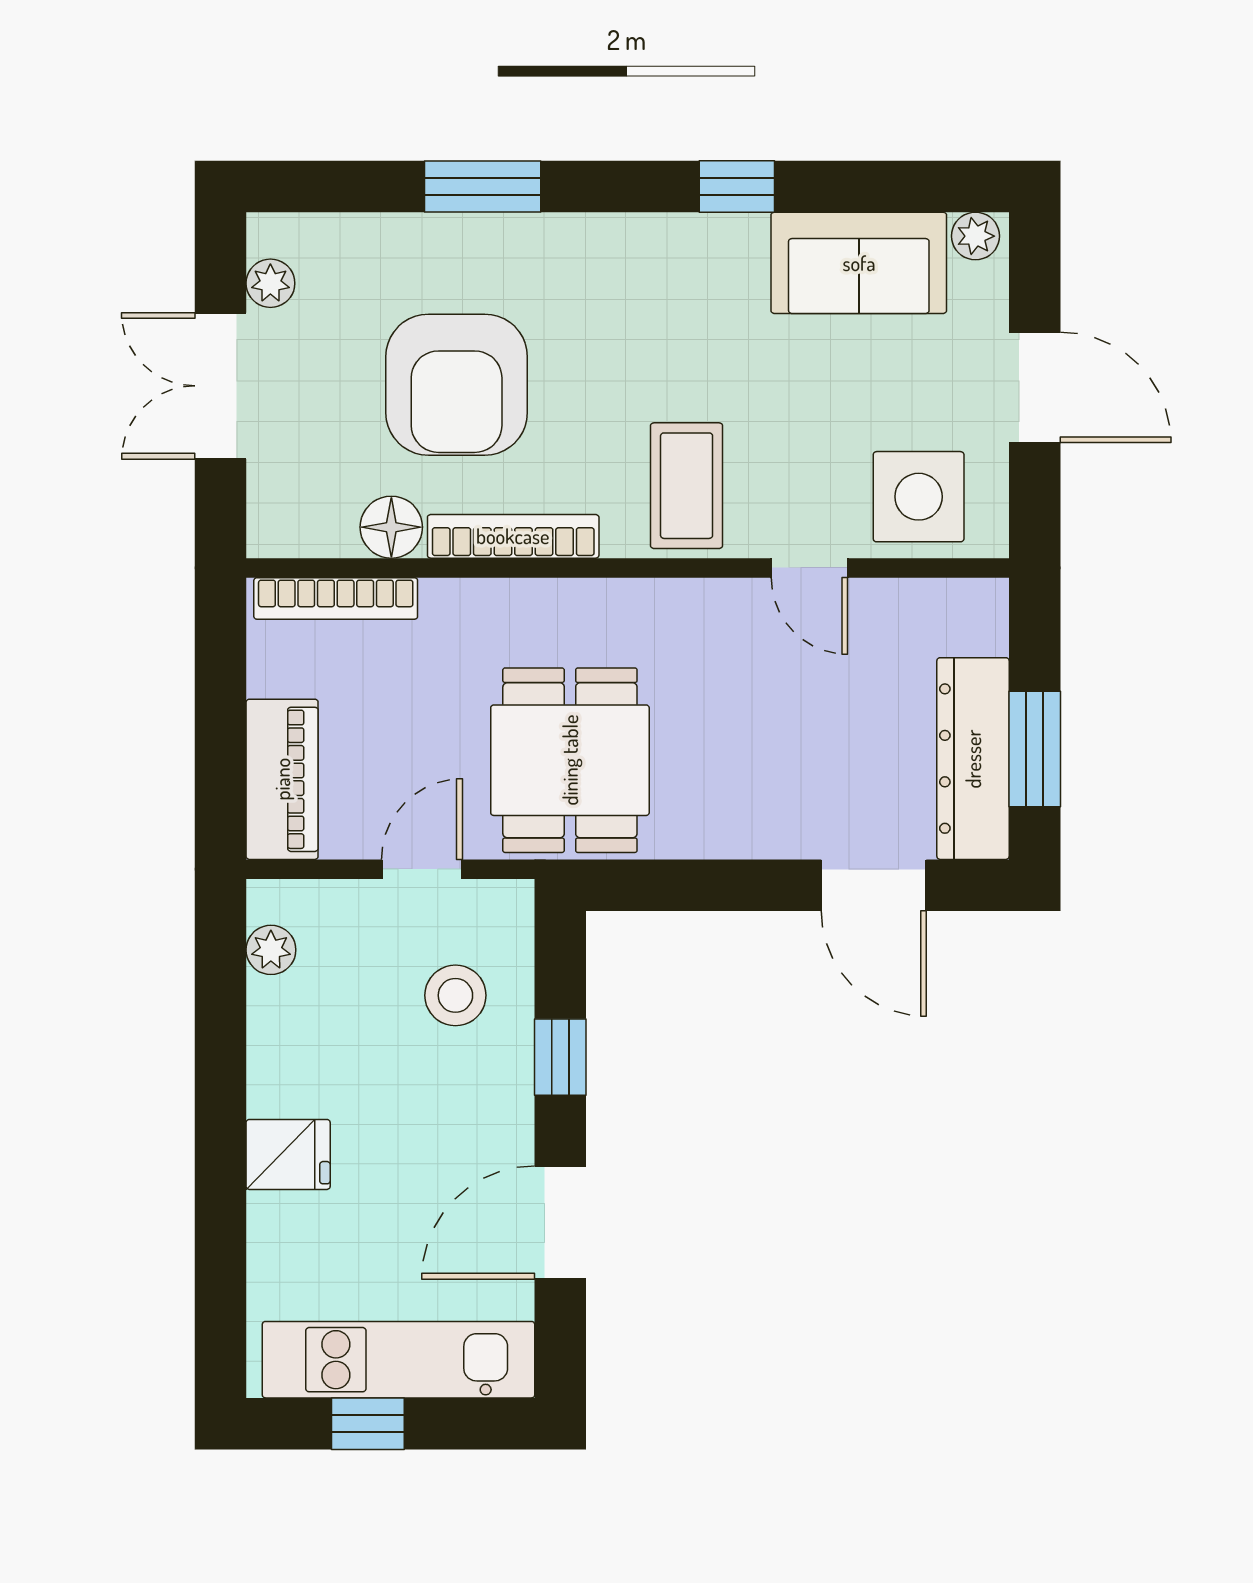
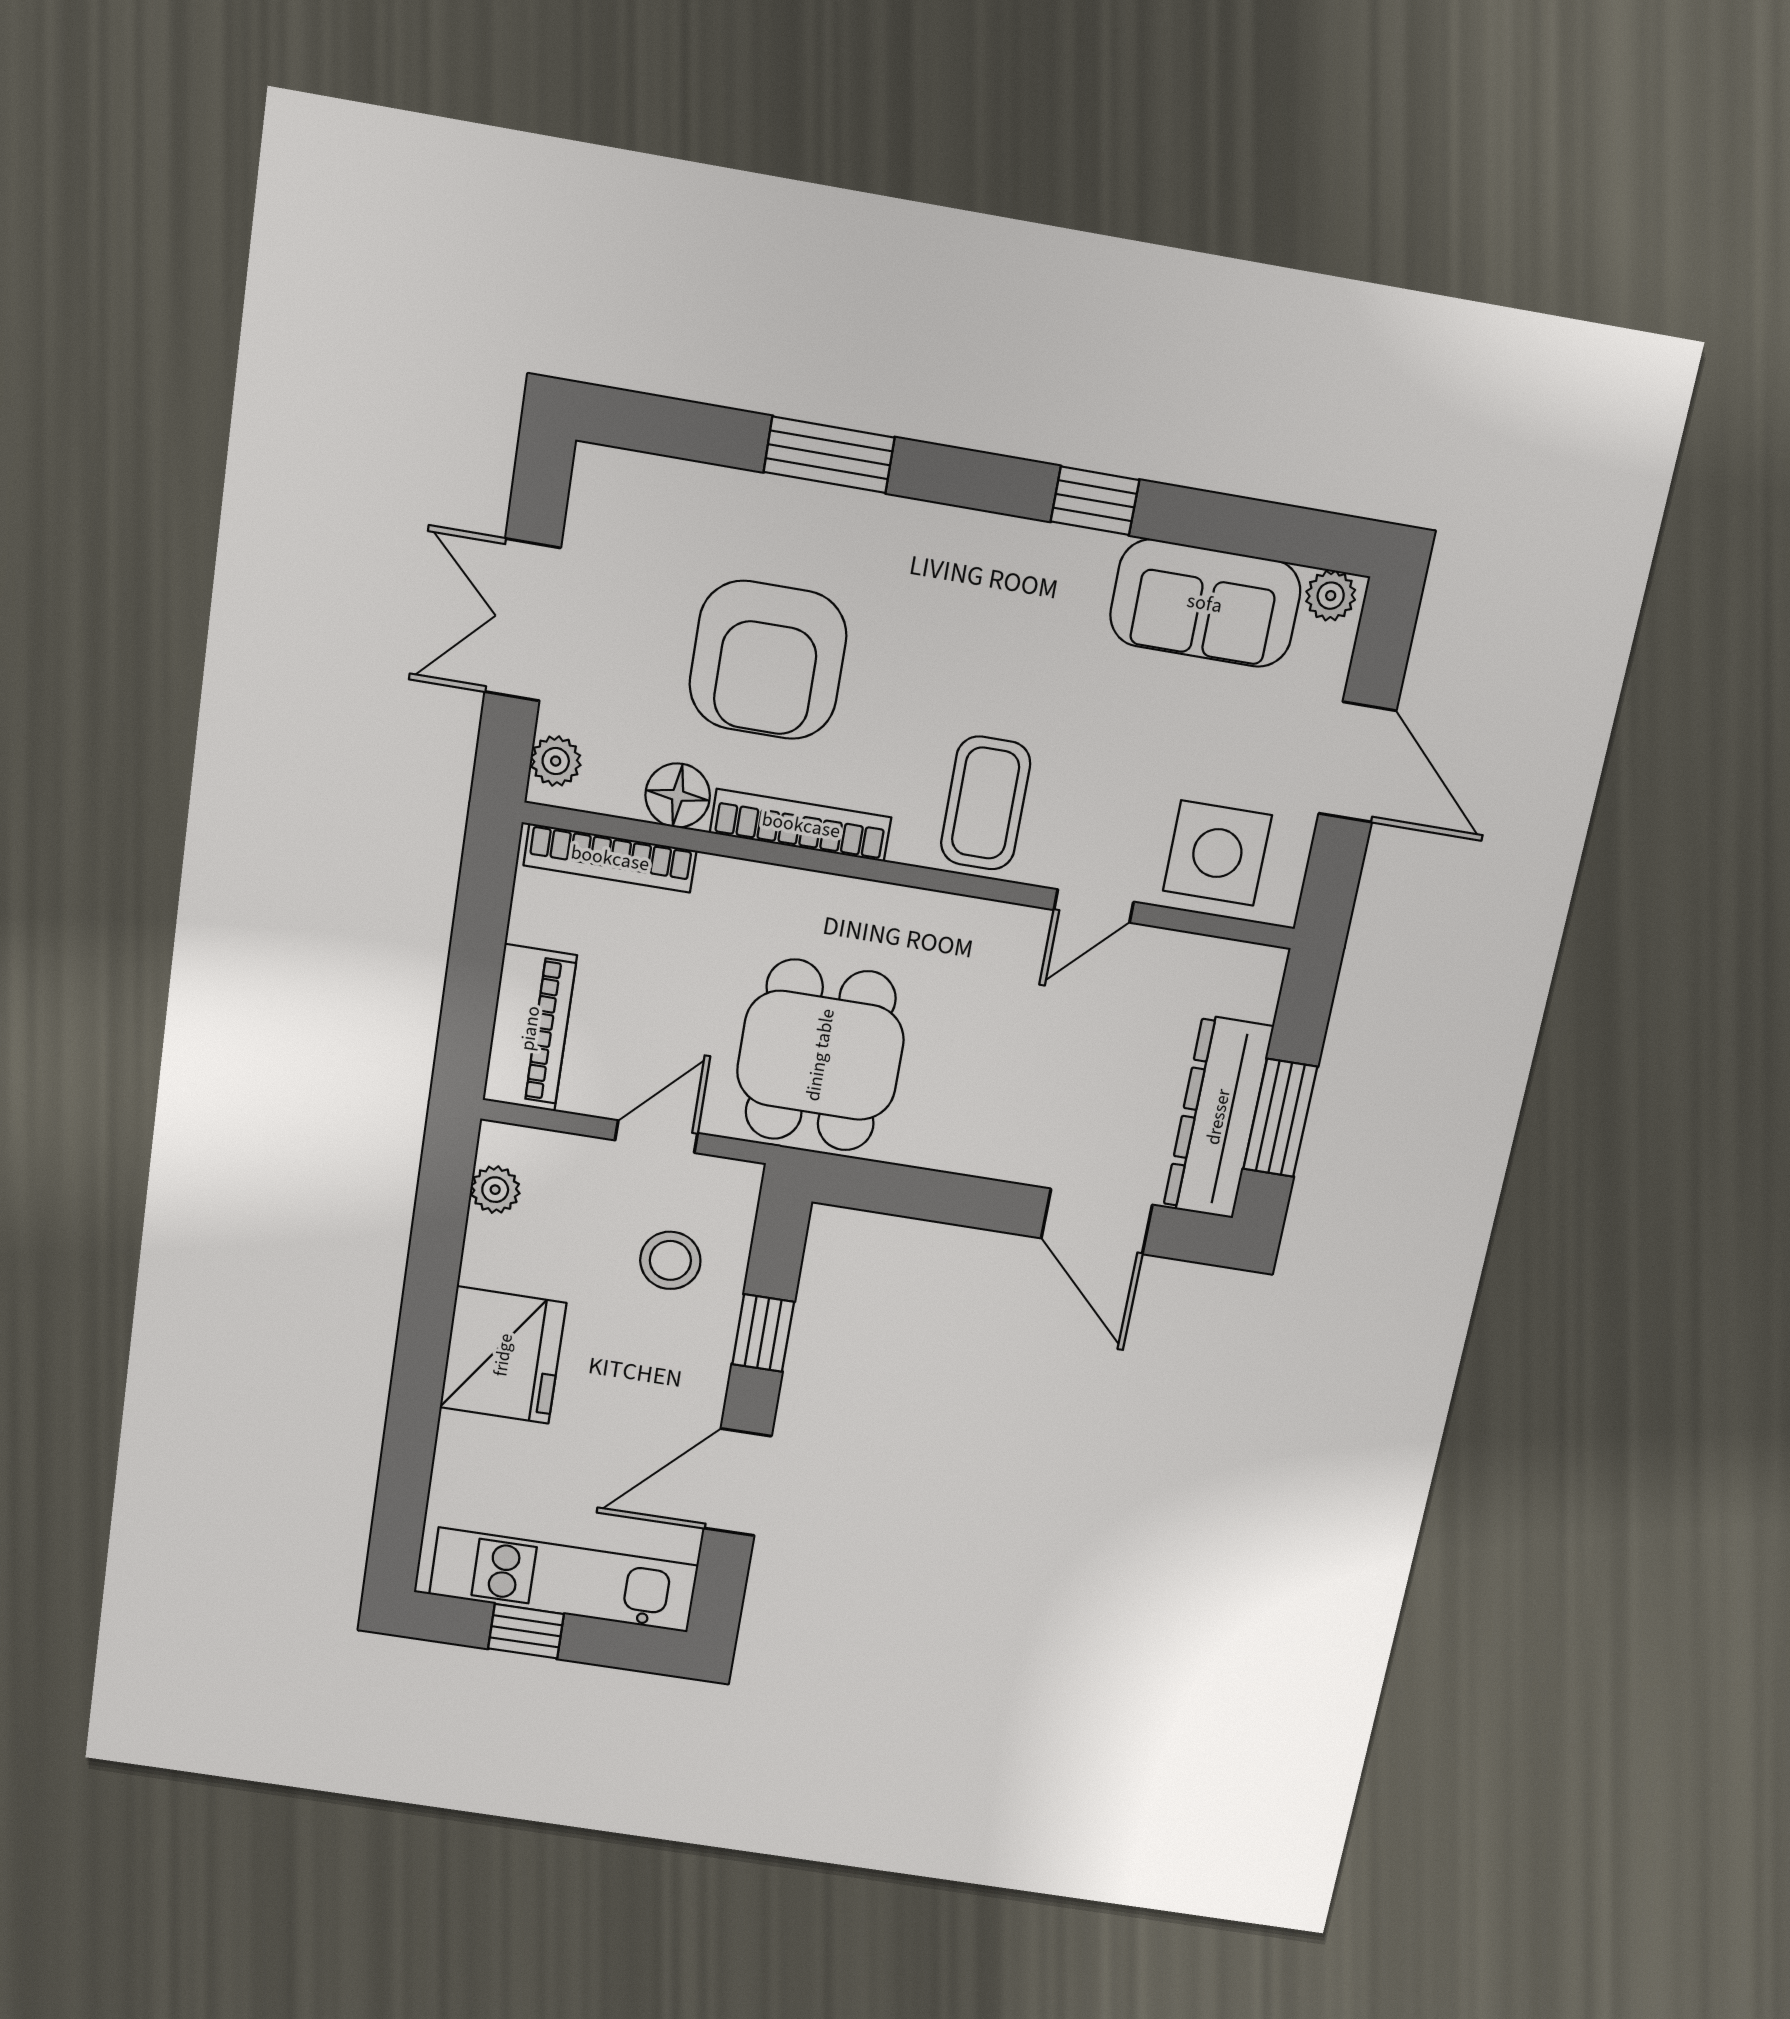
plant: (270, 283) -> (556, 761), moved
door: (809, 568) -> (1094, 906), hinge flipped
fridge: (288, 1154) -> (503, 1355), width x1.88, depth x1.34

